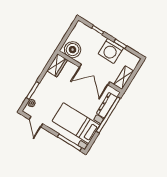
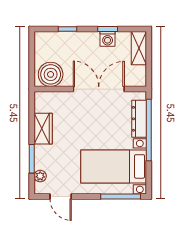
washing machine: (111, 51) -> (108, 39), width x0.53, depth x0.53
wardrobe: (57, 65) -> (43, 129), moved
double door: (95, 75) -> (99, 89), swing flipped
shelving: (124, 78) -> (139, 48), moved

